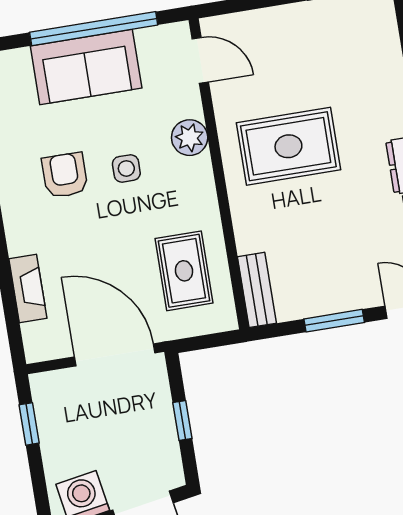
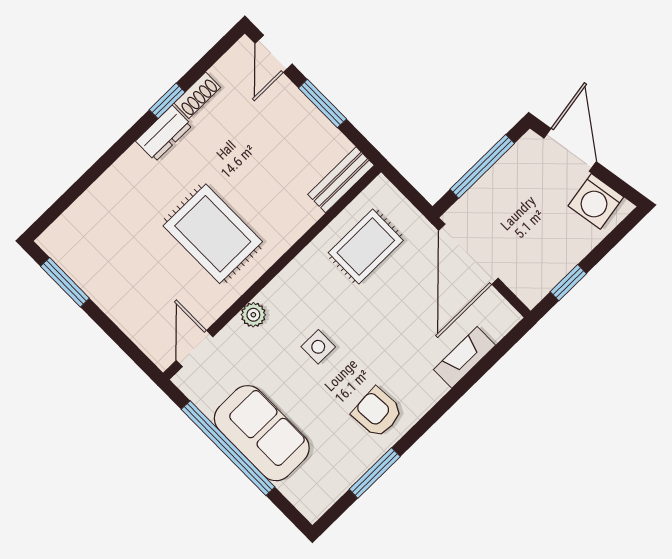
plant: (190, 138) -> (253, 315), width x0.73, depth x0.73
armchair: (65, 175) -> (377, 412), moved, turned 86
window: (182, 420) -> (482, 166), width x2.17

